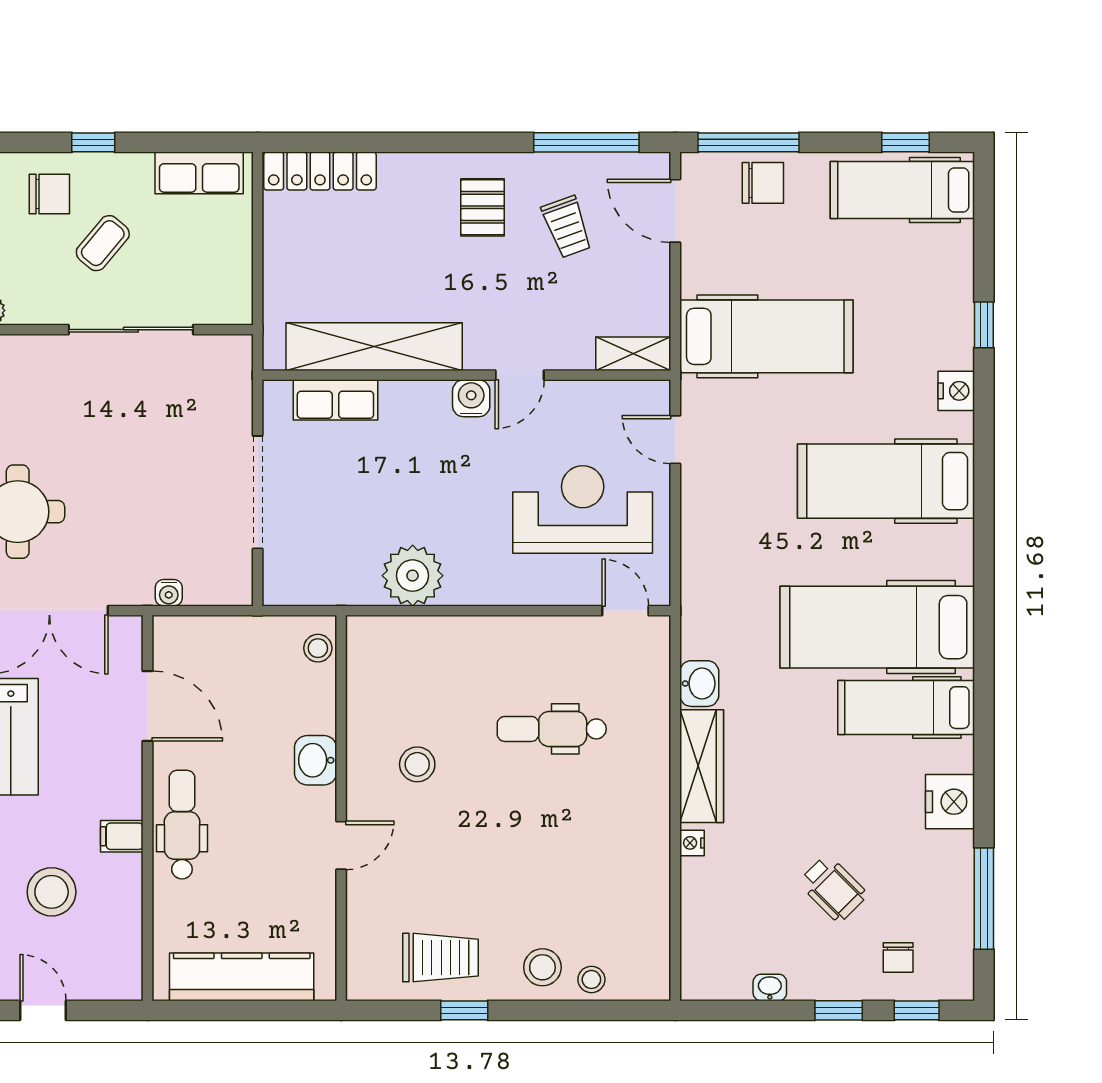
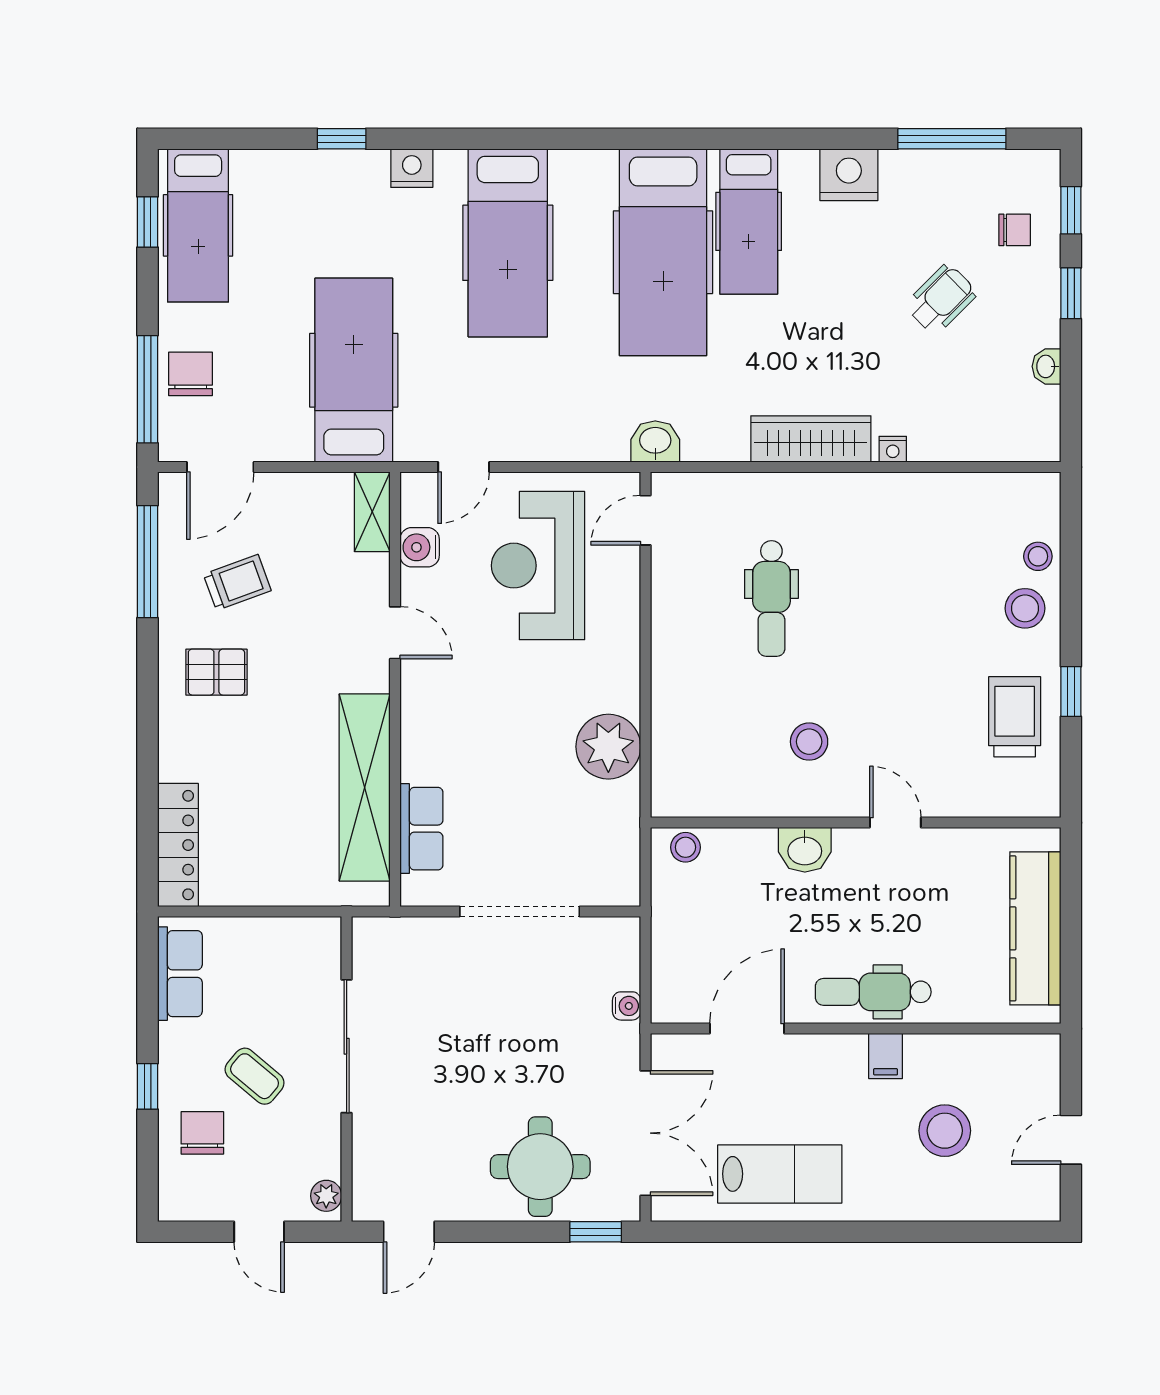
water cooler: (471, 398) -> (420, 547), moved
washbasin: (699, 684) -> (655, 442), moved

